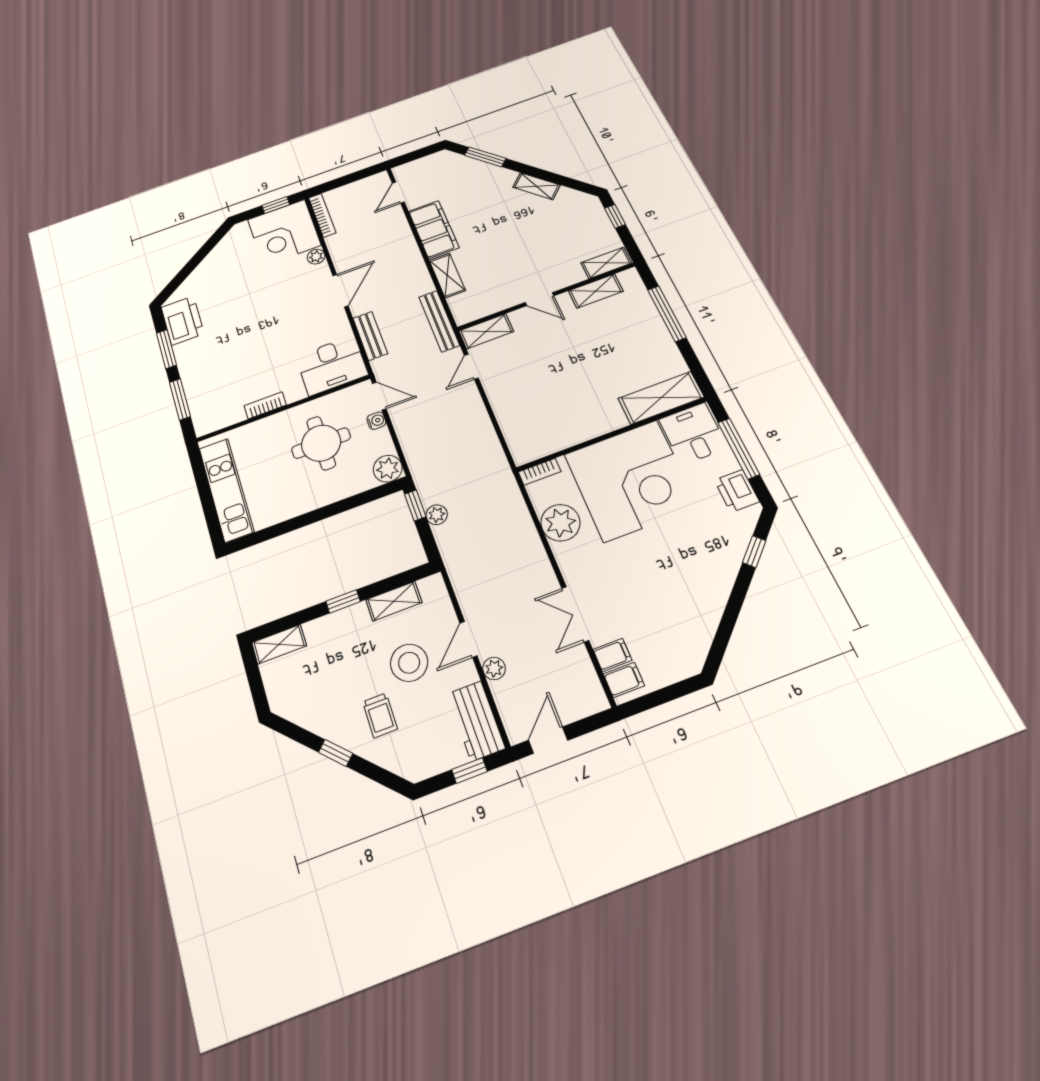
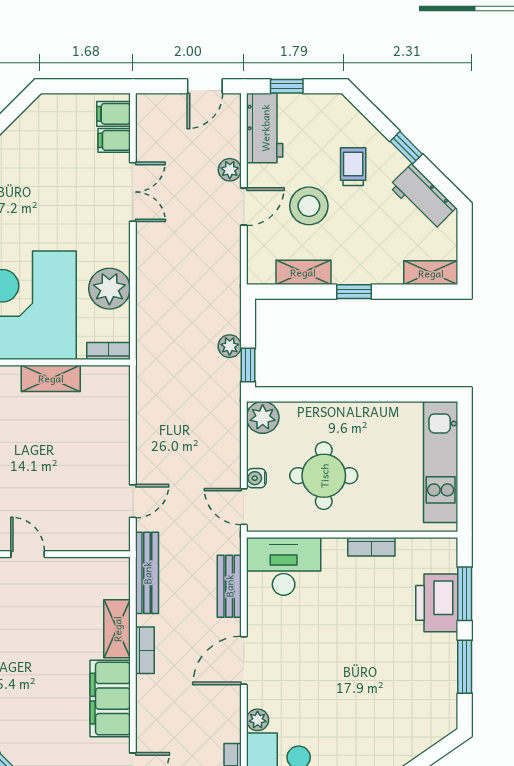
bookcase: (420, 269) -> (145, 650), added
printer: (183, 321) -> (437, 603), moved
shelving: (486, 331) -> (51, 378), moved
workbench: (306, 711) -> (423, 197), added

